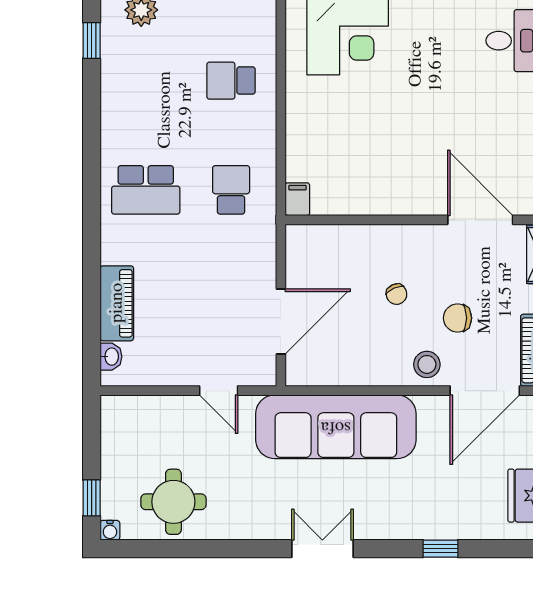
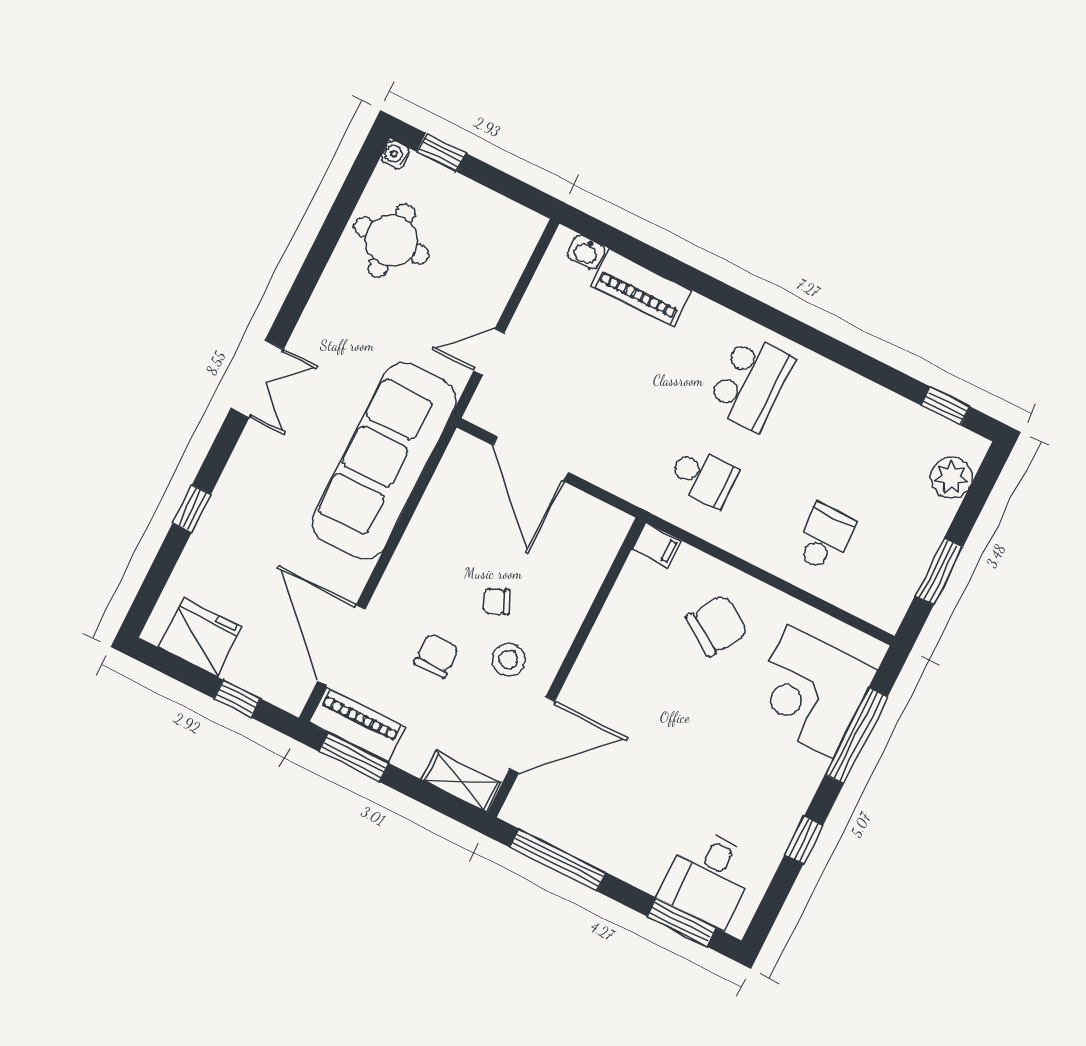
chair: (334, 126) -> (717, 626), added
school desk: (146, 190) -> (751, 383), turned 180
stool: (427, 364) -> (509, 659), moved

